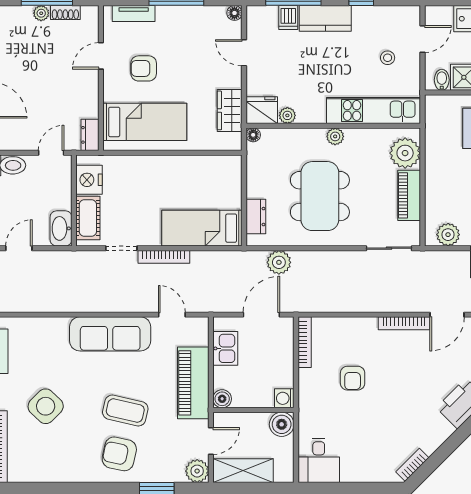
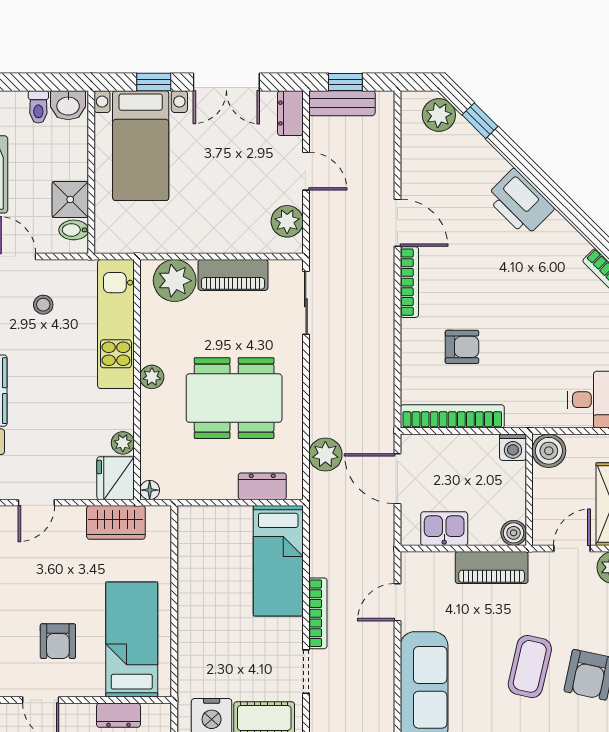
dresser: (90, 135) -> (118, 715), moved
bookcase: (305, 342) -> (452, 416), width x1.48, depth x1.31
armchair: (353, 378) -> (462, 347), moved
piano: (193, 383) -> (492, 568), width x0.73, depth x0.75
door: (211, 441) -> (572, 548), hinge flipped

